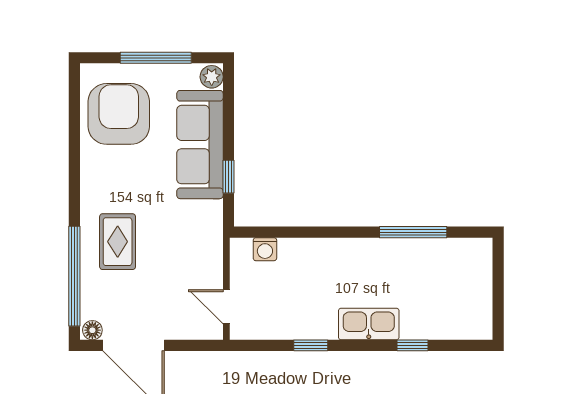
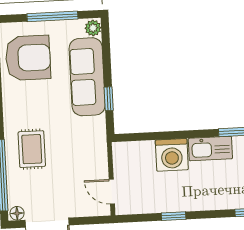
armchair: (119, 114) -> (28, 58), turned 90
washing machine: (265, 249) -> (172, 155), moved, width x1.89, depth x1.89
kitchen sink: (369, 324) -> (210, 149), moved, turned 180

